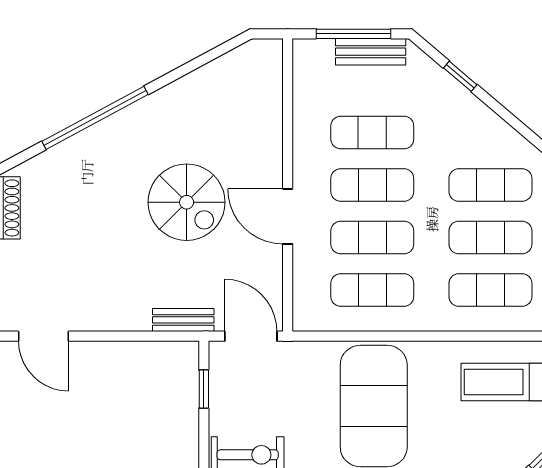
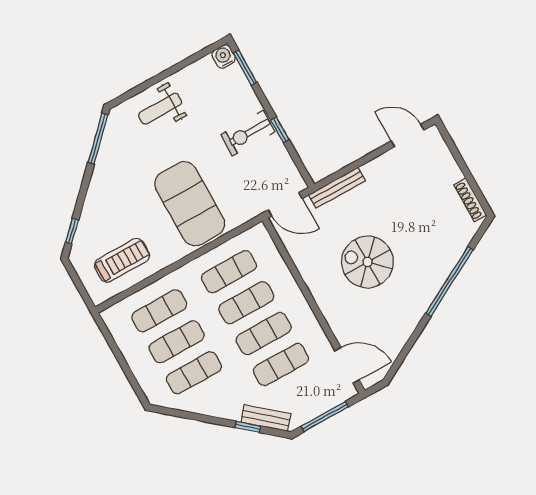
bench: (371, 52) -> (266, 418), moved, turned 40
door: (288, 216) -> (347, 365), moved
bench: (183, 320) -> (337, 188), width x1.36
window: (204, 389) -> (280, 130), moved

